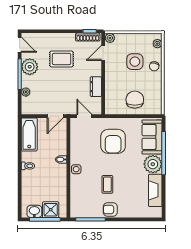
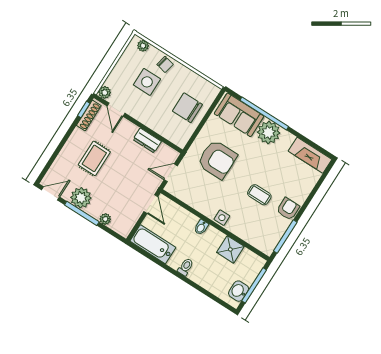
fireplace: (155, 190) -> (310, 155), moved
armchair: (110, 209) -> (288, 209), turned 180
shower: (51, 210) -> (230, 249), moved

